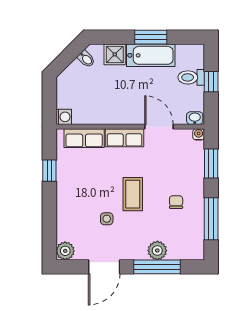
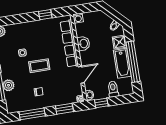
window: (151, 37) -> (133, 62), width x2.11
window: (211, 82) -> (101, 103), moved
washbasin: (108, 115) -> (83, 44), added

